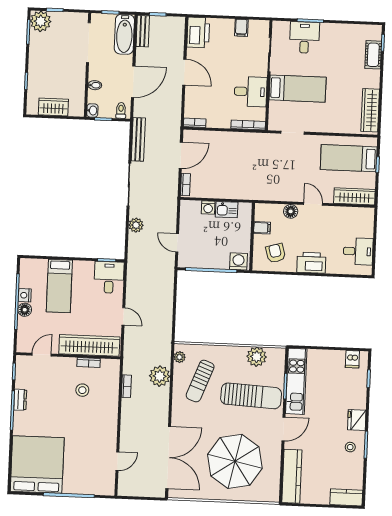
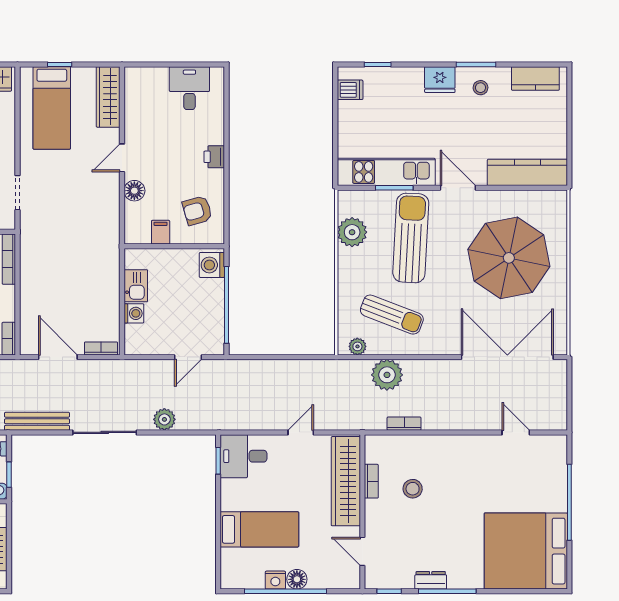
printer: (311, 263) -> (214, 157), width x0.53, depth x0.68
kitchen counter: (346, 497) -> (535, 78), moved, turned -90

